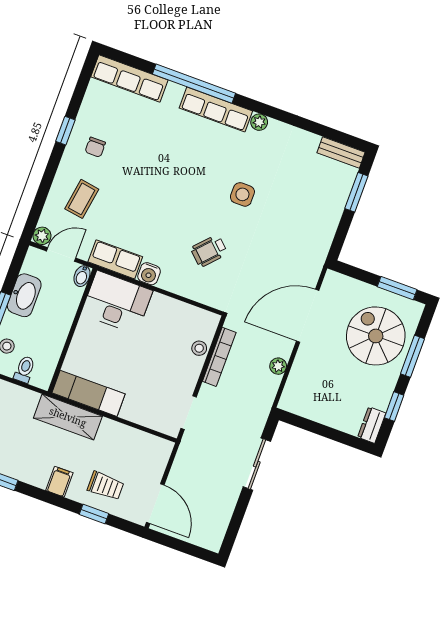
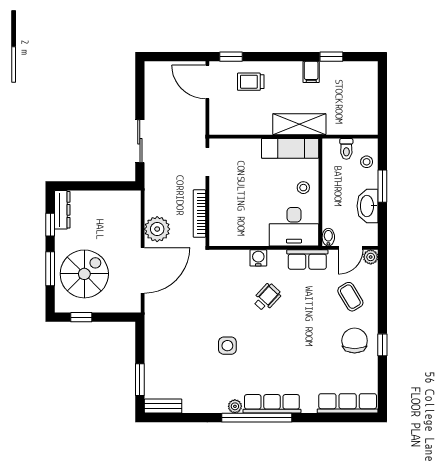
window: (194, 84) -> (257, 418), moved
chair: (95, 147) -> (355, 341), width x1.87, depth x1.87
coffee table: (82, 199) -> (350, 297), turned -40
wheelchair: (209, 251) -> (267, 297), moved
water cooler: (149, 274) -> (258, 258), moved
window: (397, 288) -> (81, 317), width x0.67
spiral stairs: (376, 336) -> (84, 274), turned -90
stool: (199, 348) -> (303, 188), moved
plant: (278, 366) -> (157, 229), width x1.88, depth x1.88
dresser: (372, 425) -> (62, 210), width x1.44
filing cabinet: (59, 482) -> (311, 72), moved
window: (94, 514) -> (231, 57), moved

